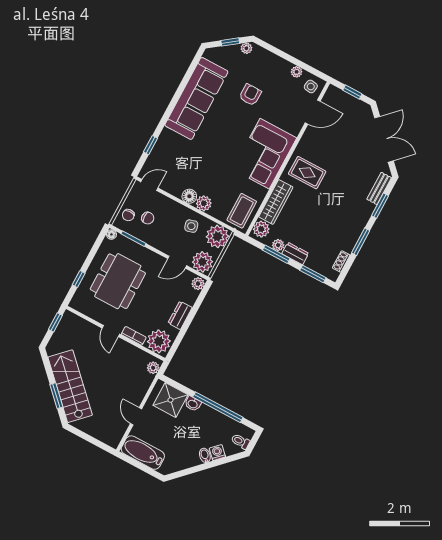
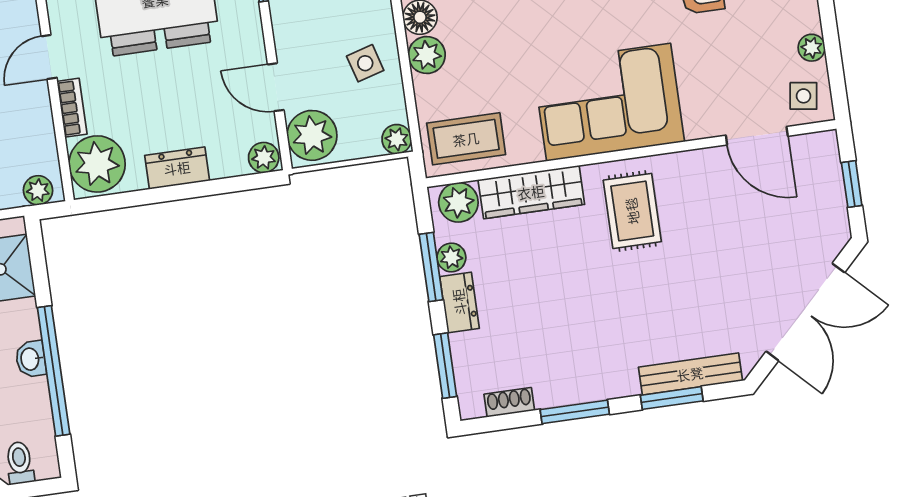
bench: (379, 188) -> (690, 374), width x1.36
plant: (217, 236) -> (397, 139), width x0.53, depth x0.53
washbasin: (193, 404) -> (31, 359), moved

